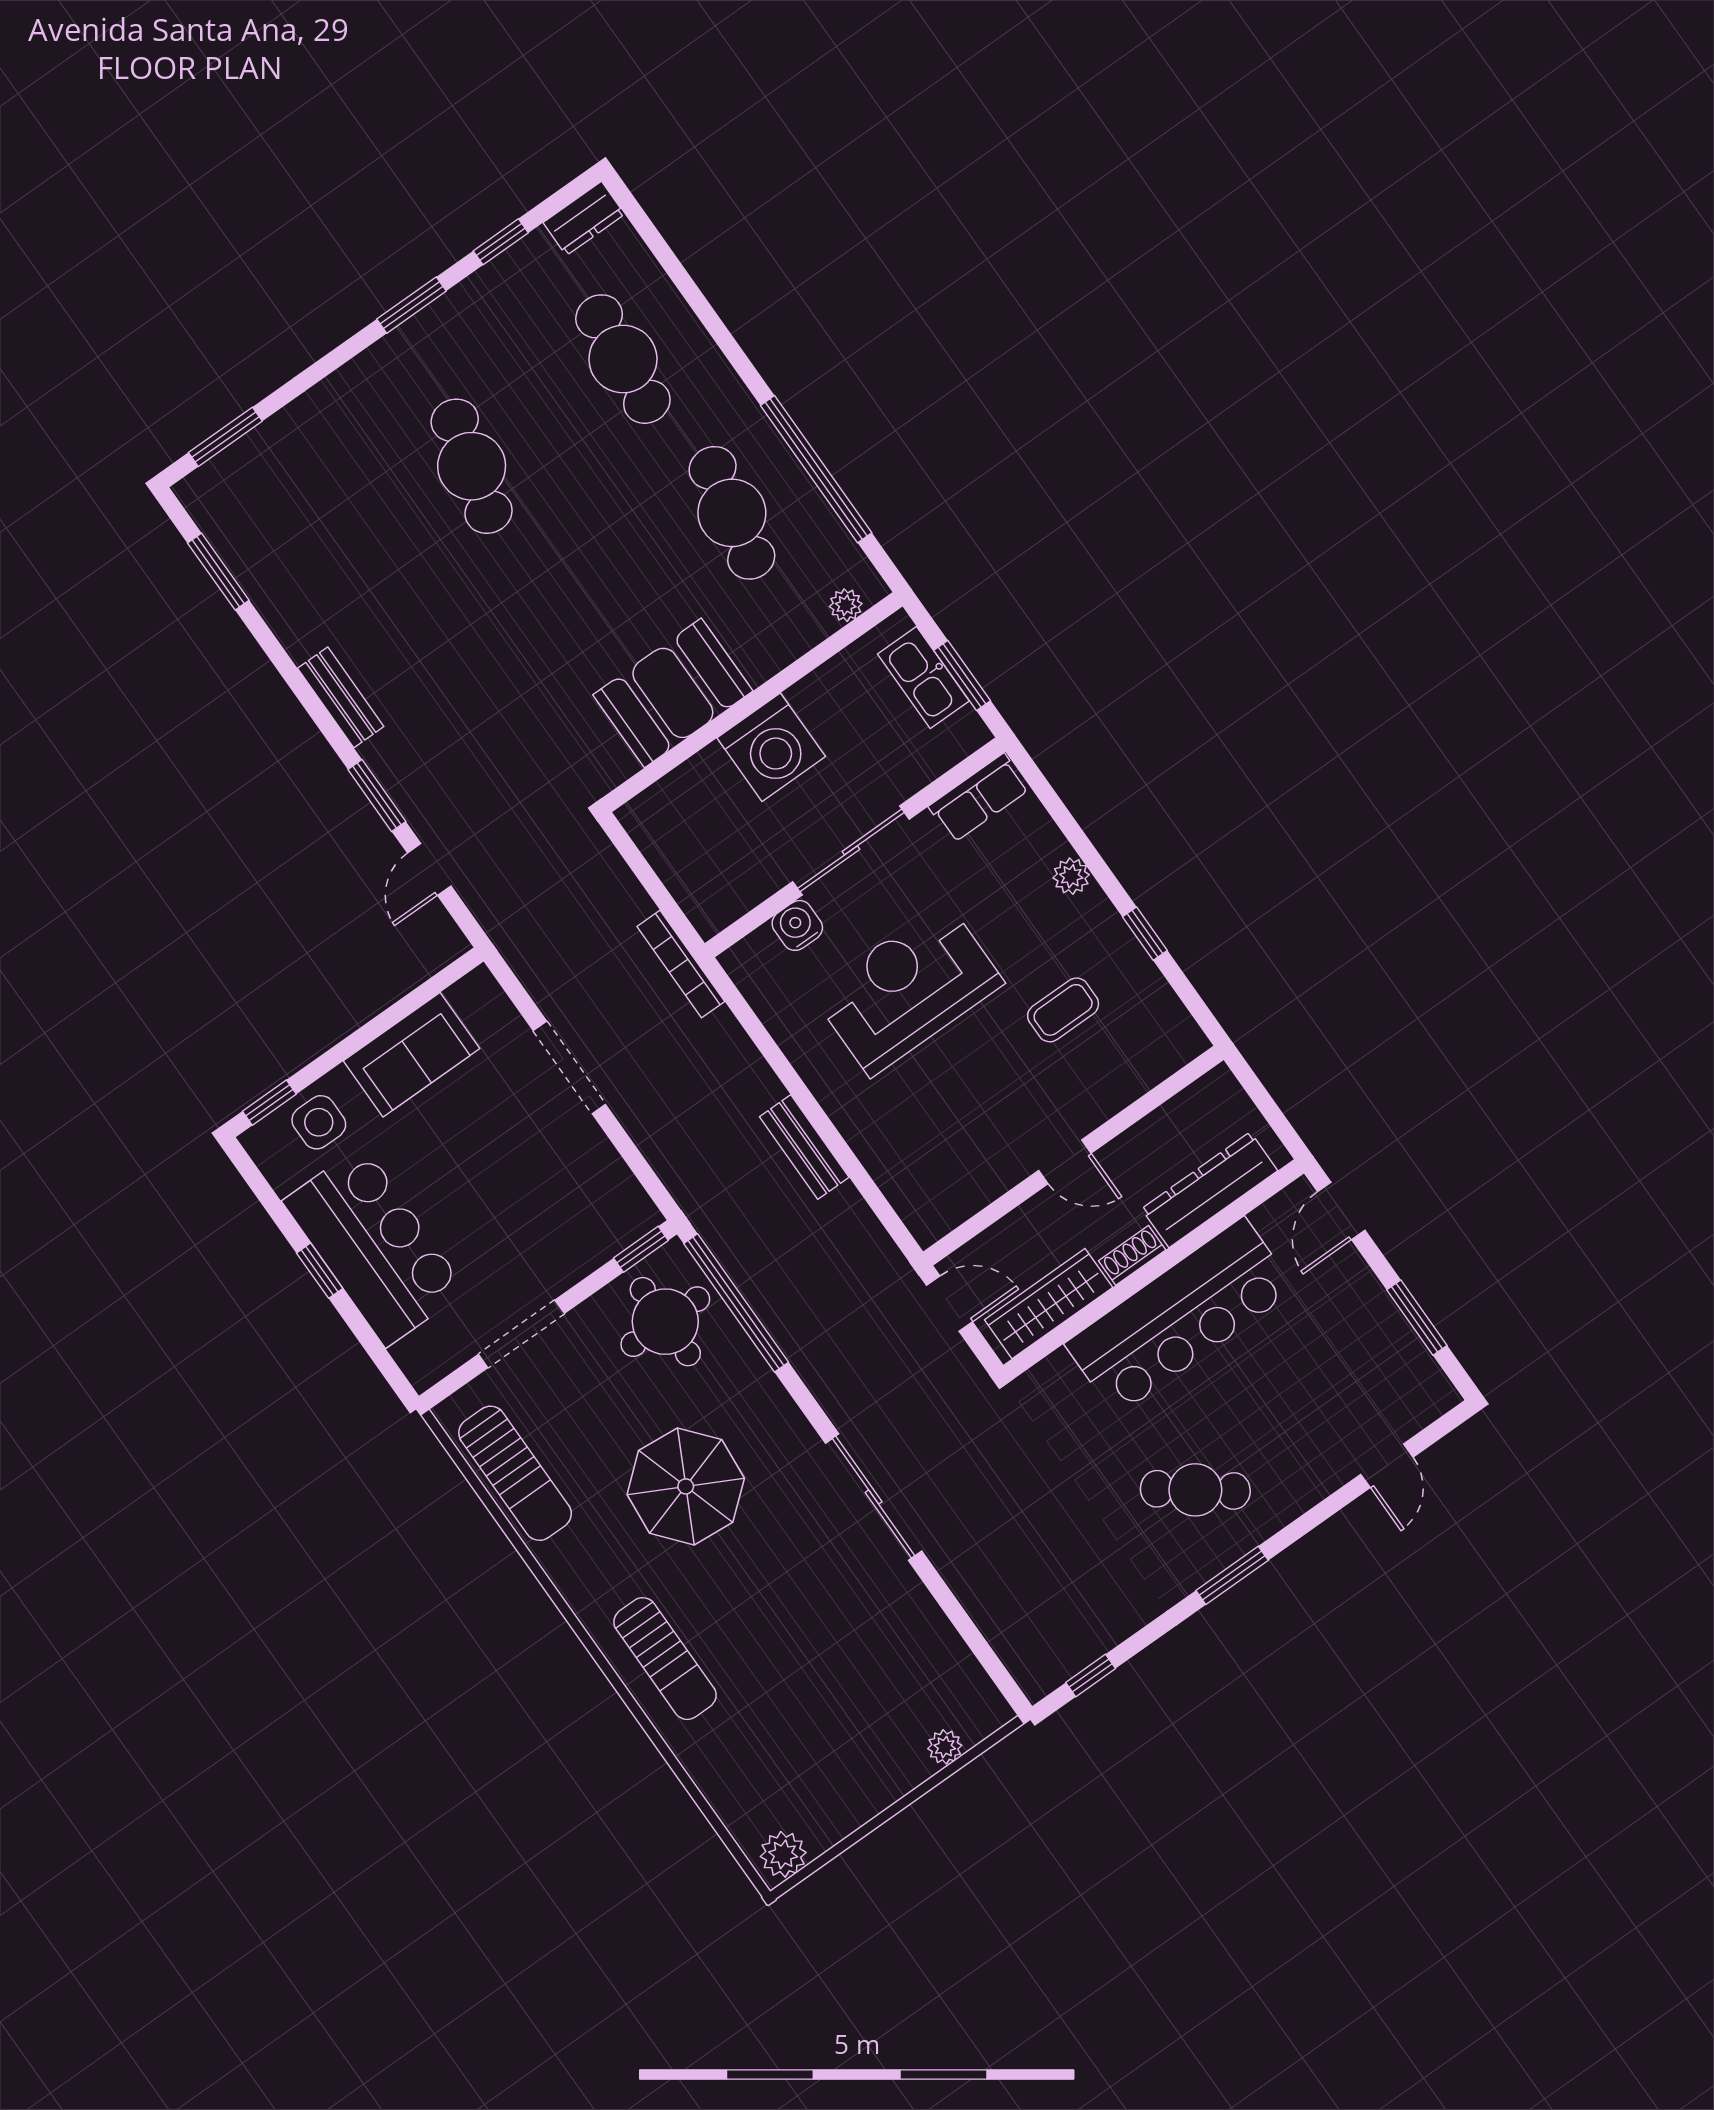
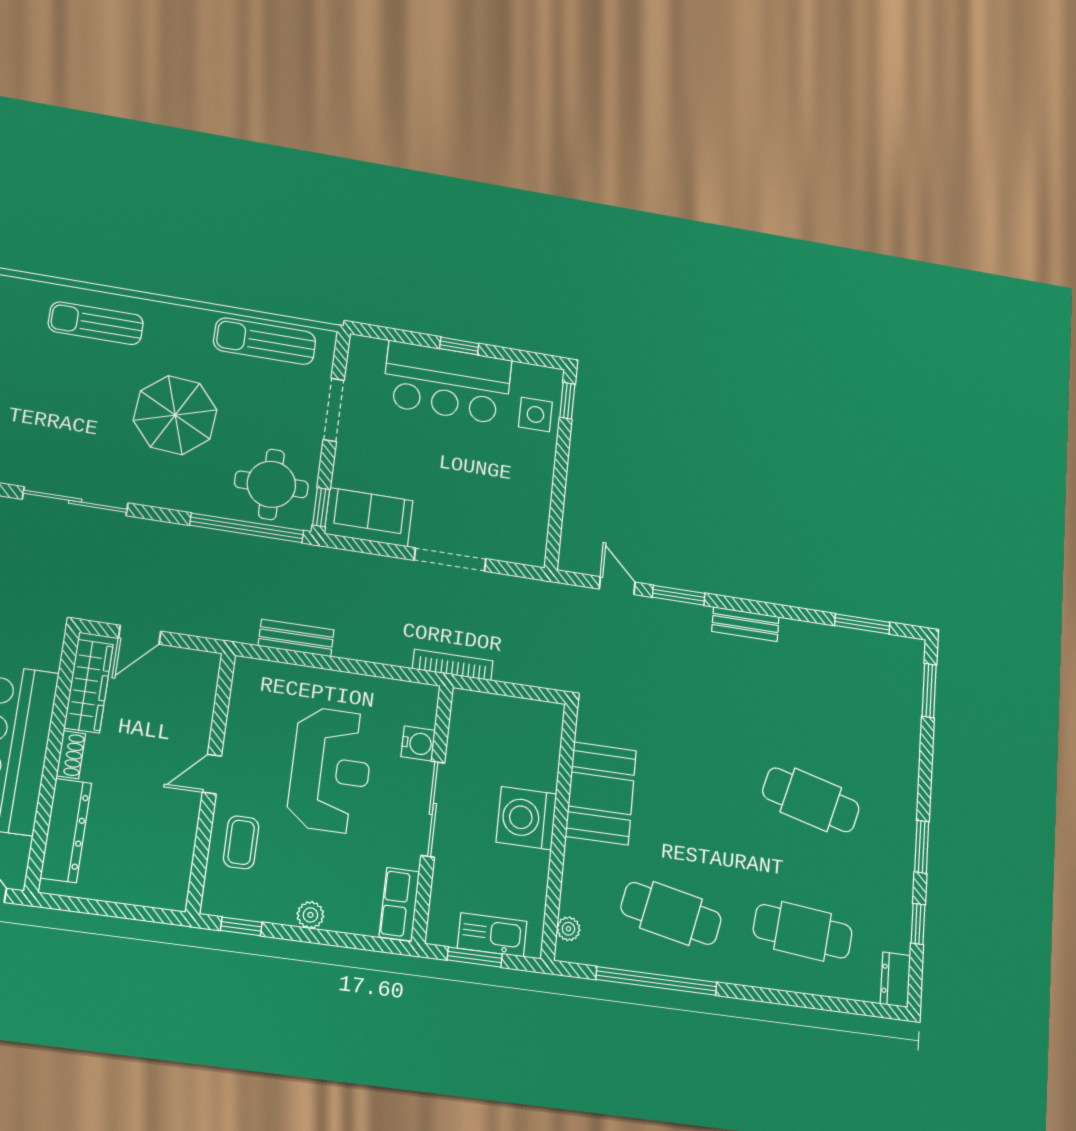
sofa: (412, 1055) -> (369, 517), moved, turned 90
wall: (1073, 1156) -> (211, 782), moved
door: (1065, 1162) -> (212, 774), moved

